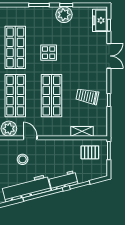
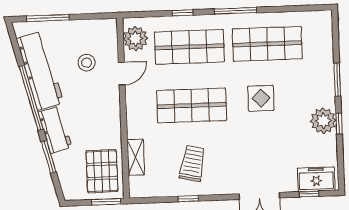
pallet: (90, 152) -> (102, 171), width x1.50, depth x1.42

